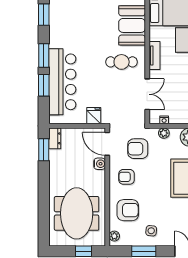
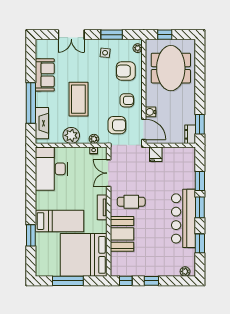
bar counter: (62, 82) -> (183, 218), moved

